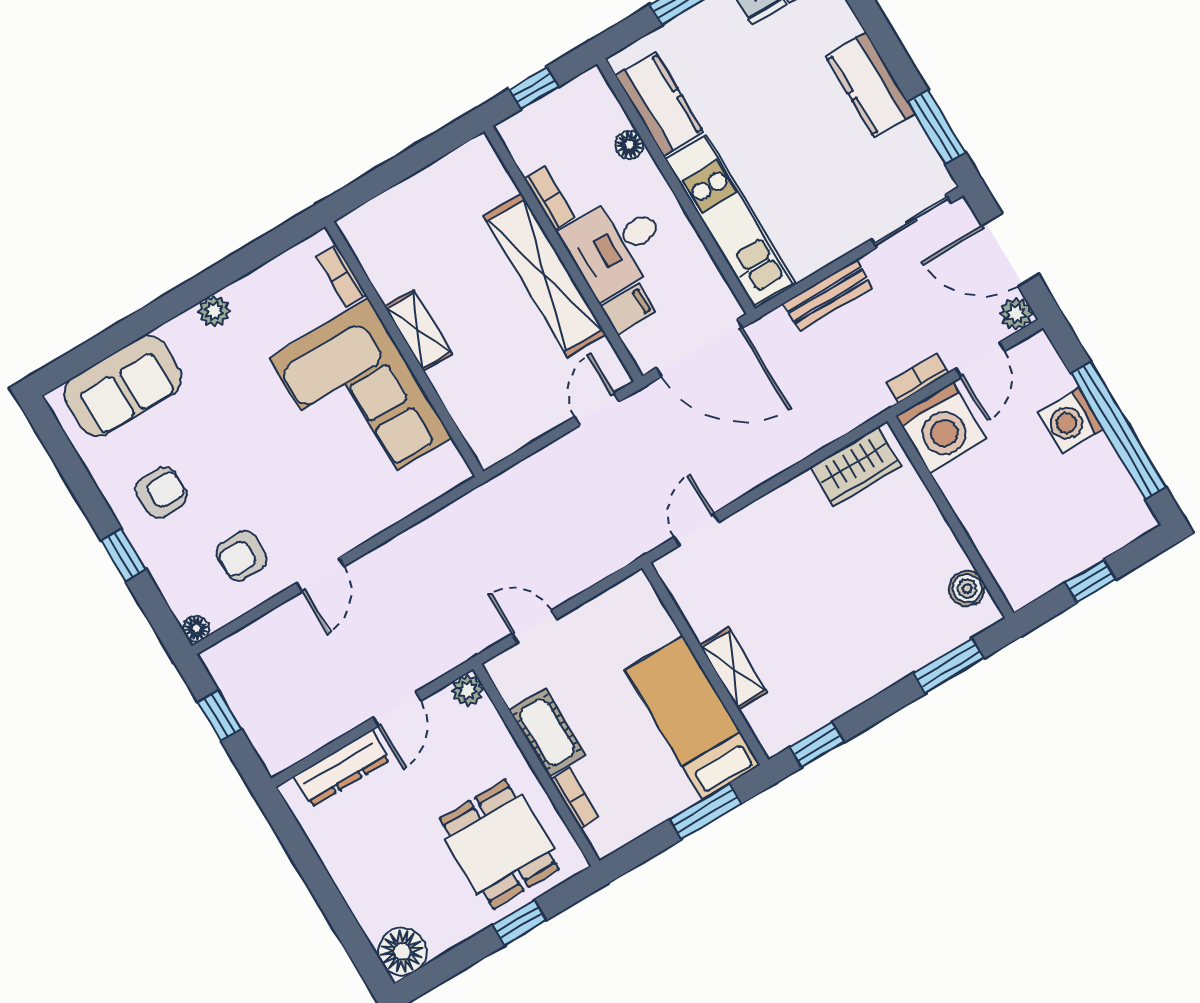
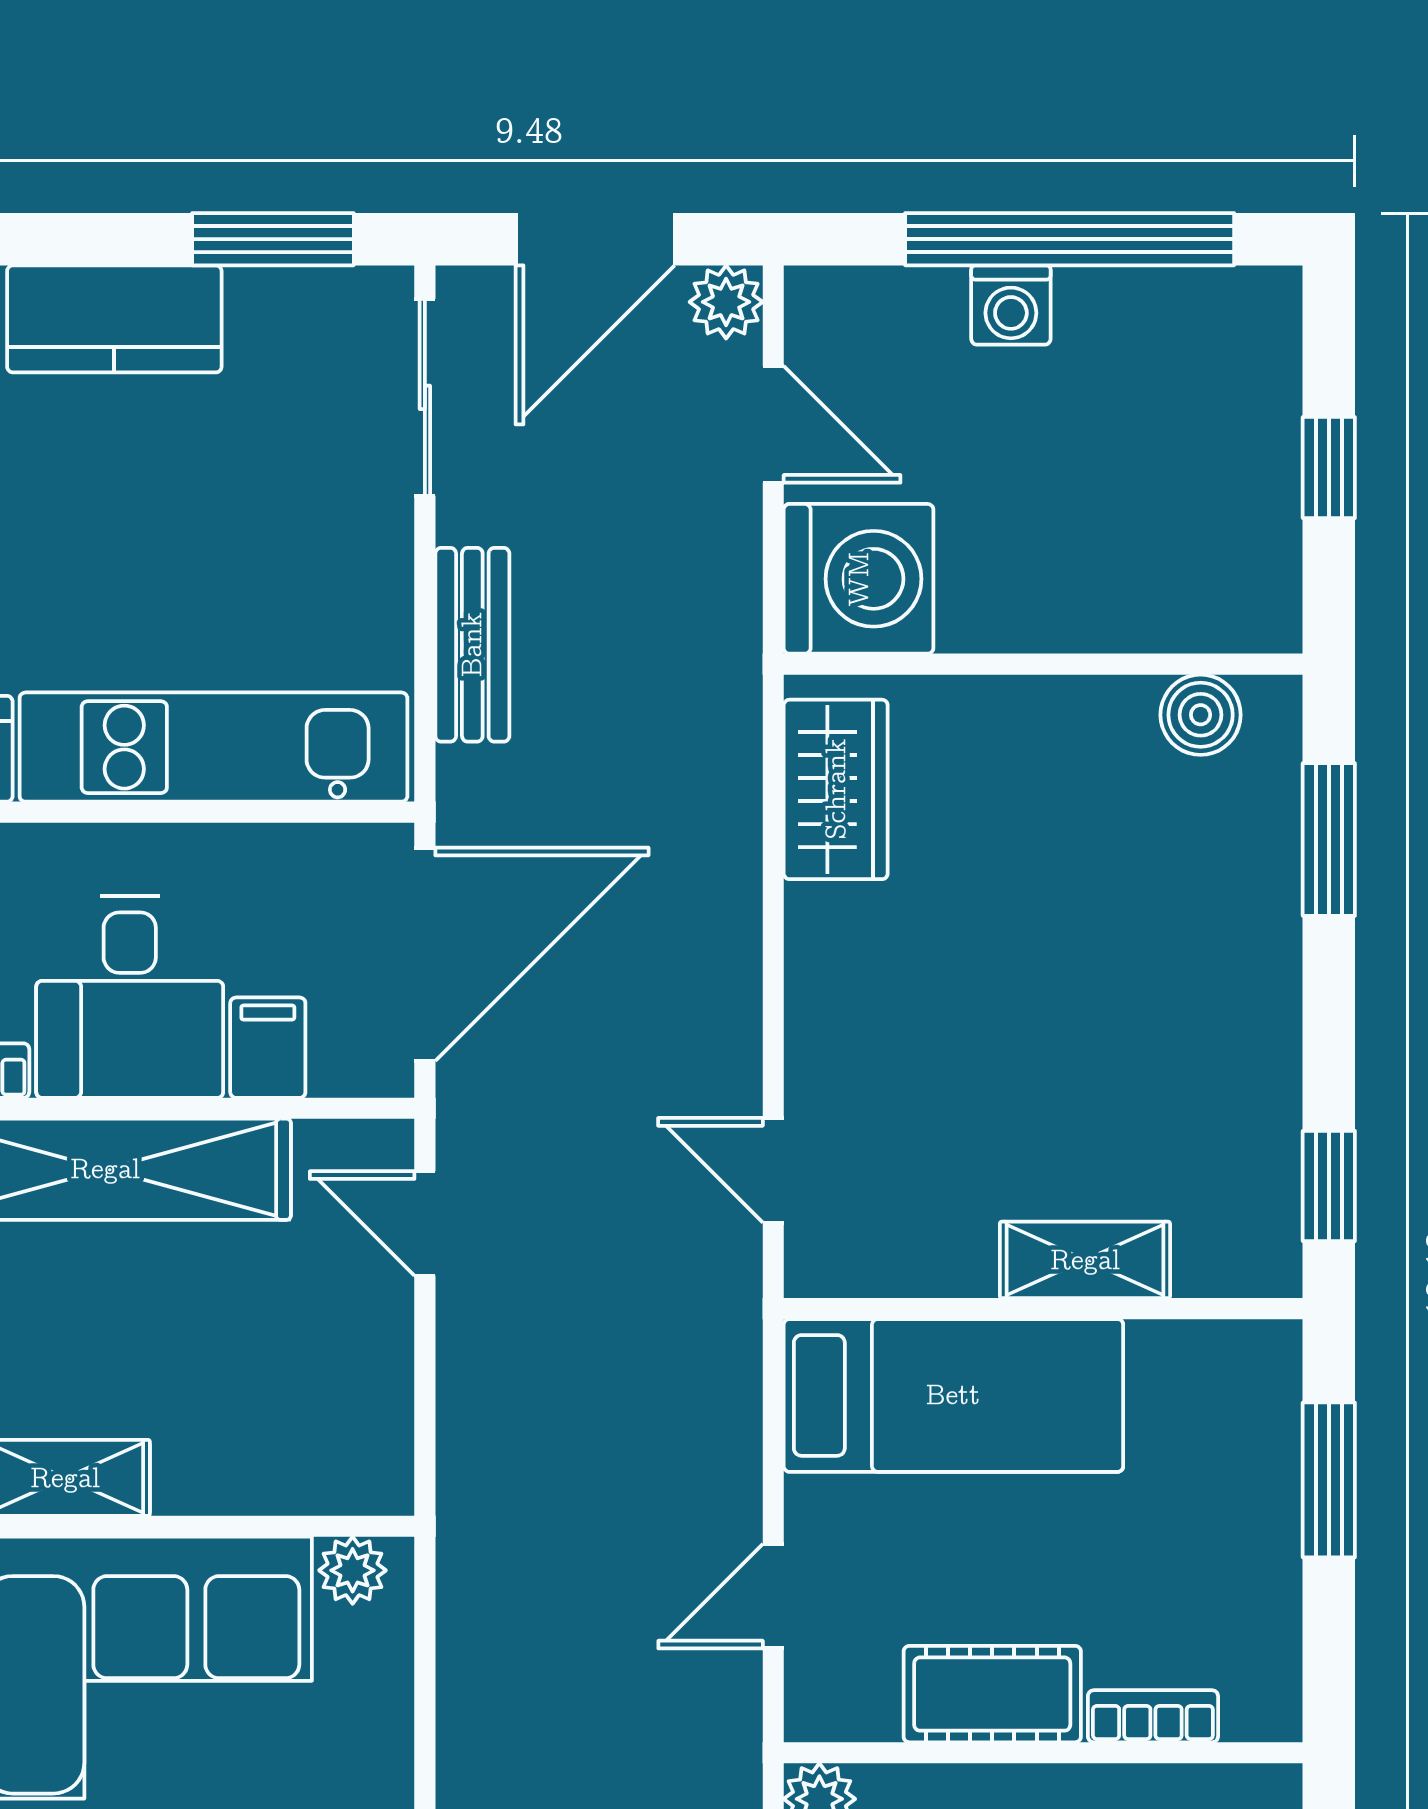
bookcase: (917, 378) -> (736, 567), removed
washing machine: (1071, 421) -> (1011, 305), width x0.73, depth x0.73
plant: (448, 461) -> (353, 1570), added
bed: (693, 718) -> (953, 1395), moved, turned 180

